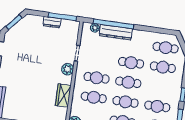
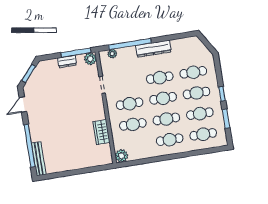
dresser: (116, 32) -> (153, 49), moved
cafe table: (166, 48) -> (197, 93), moved
plant: (68, 69) -> (90, 59), moved

